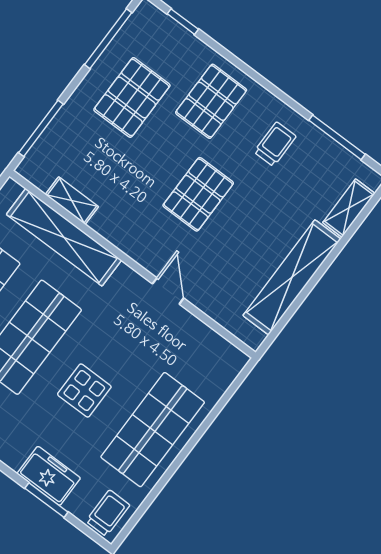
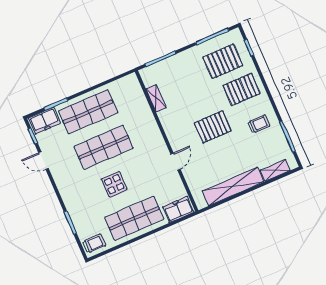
pallet: (132, 97) -> (223, 61), moved
shelving: (64, 237) -> (143, 112), removed
freezer: (49, 476) -> (178, 209), moved, turned -90

